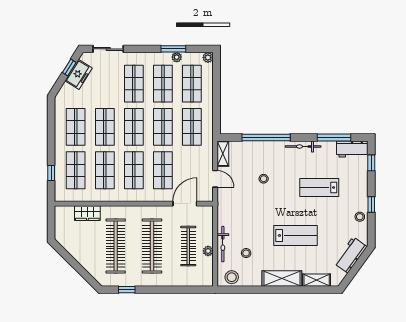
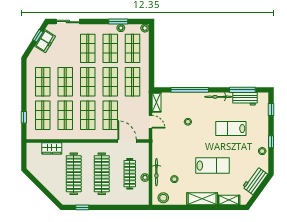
workbench: (352, 149) -> (245, 99), moved
door: (185, 204) -> (127, 141), hinge flipped

